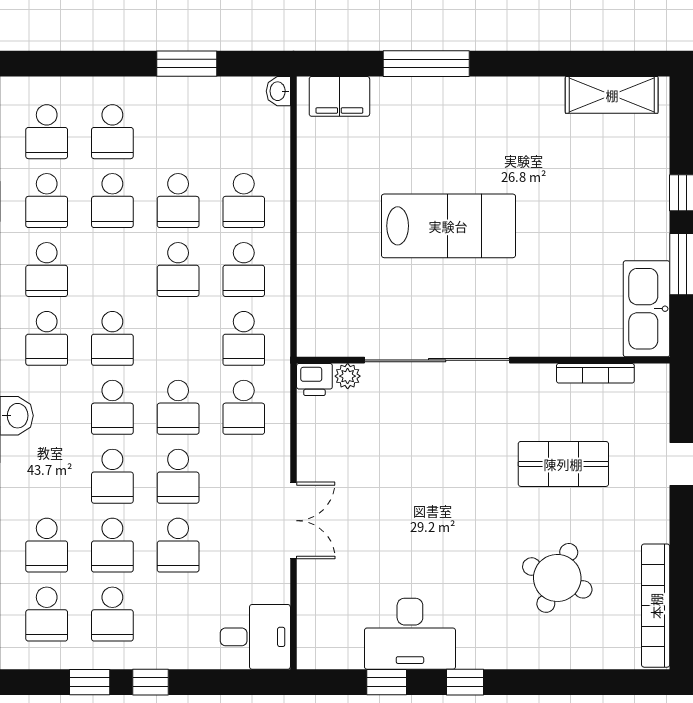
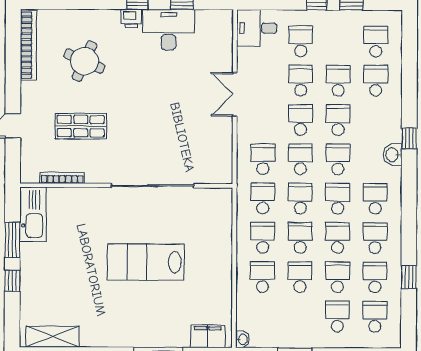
school desk: (112, 269) -> (338, 238), added
school desk: (178, 338) -> (300, 199), added
plant: (348, 376) -> (204, 177), removed
printer: (314, 379) -> (131, 18), moved, turned 180
school desk: (112, 614) -> (301, 41), moved

